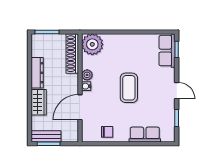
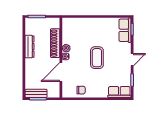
plant: (92, 44) -> (70, 26), removed
shoe rack: (72, 54) -> (55, 43), moved
door: (177, 91) -> (132, 60), hinge flipped
wardrobe: (39, 102) -> (31, 68), removed
row of seats: (145, 135) -> (119, 92), moved

